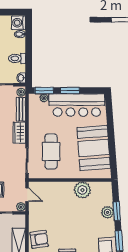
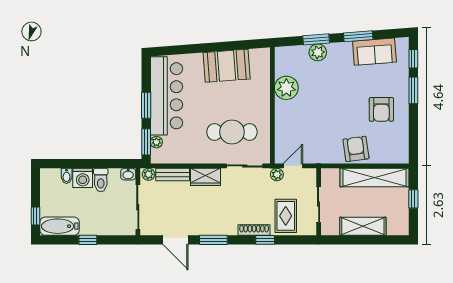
washing machine: (19, 23) -> (83, 178), moved
booth: (94, 148) -> (227, 66), width x0.73, depth x0.70
plant: (21, 207) -> (277, 175), moved

